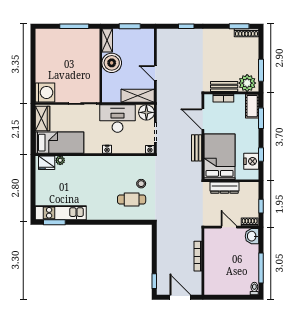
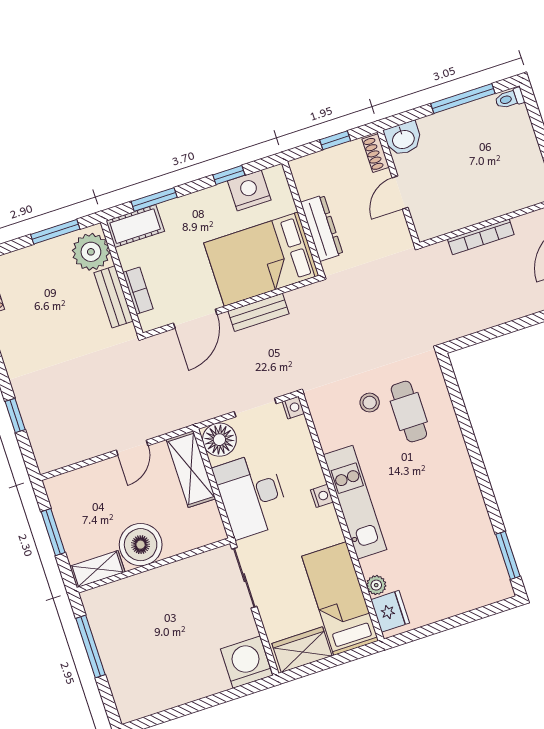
kitchen unit: (61, 213) -> (355, 502), moved, turned 180

